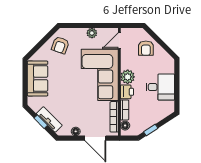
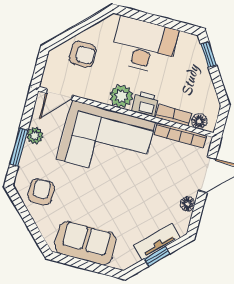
window: (83, 26) -> (19, 147), added
door: (119, 41) -> (59, 94), hinge flipped
armchair: (60, 45) -> (41, 192), turned -109
desk: (160, 87) -> (144, 46), width x1.37
window: (151, 130) -> (209, 55), moved

